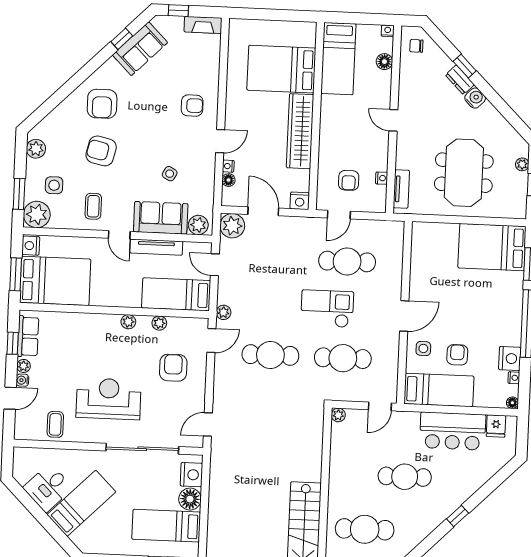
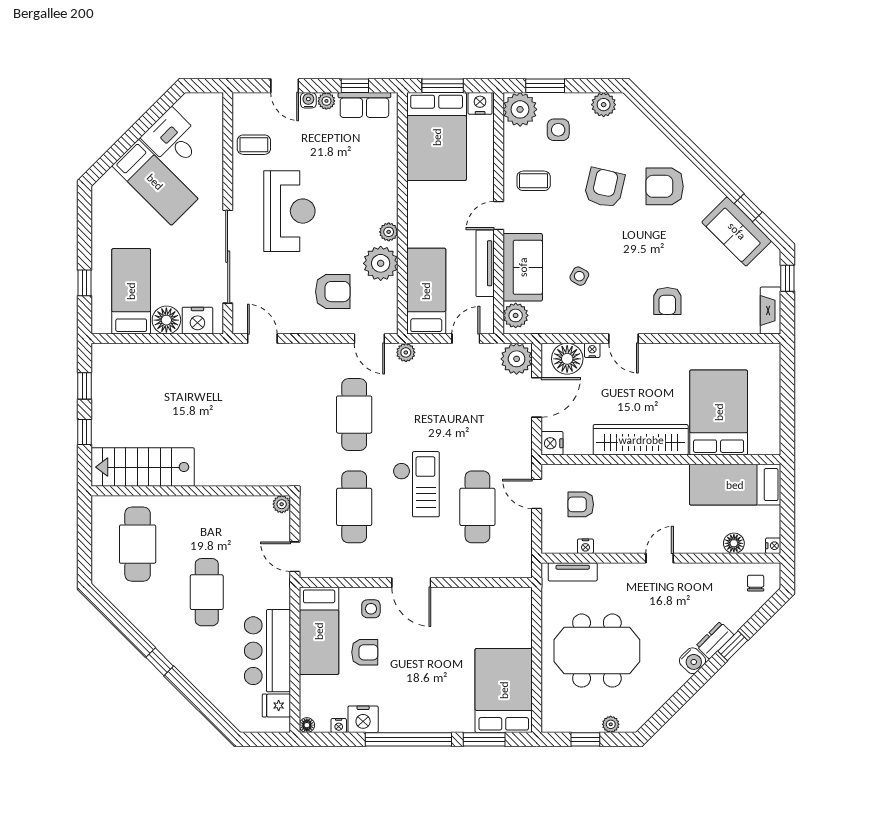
floor lamp: (228, 180) -> (567, 359), width x1.89, depth x1.89
plant: (159, 323) -> (381, 263), width x1.87, depth x1.87

